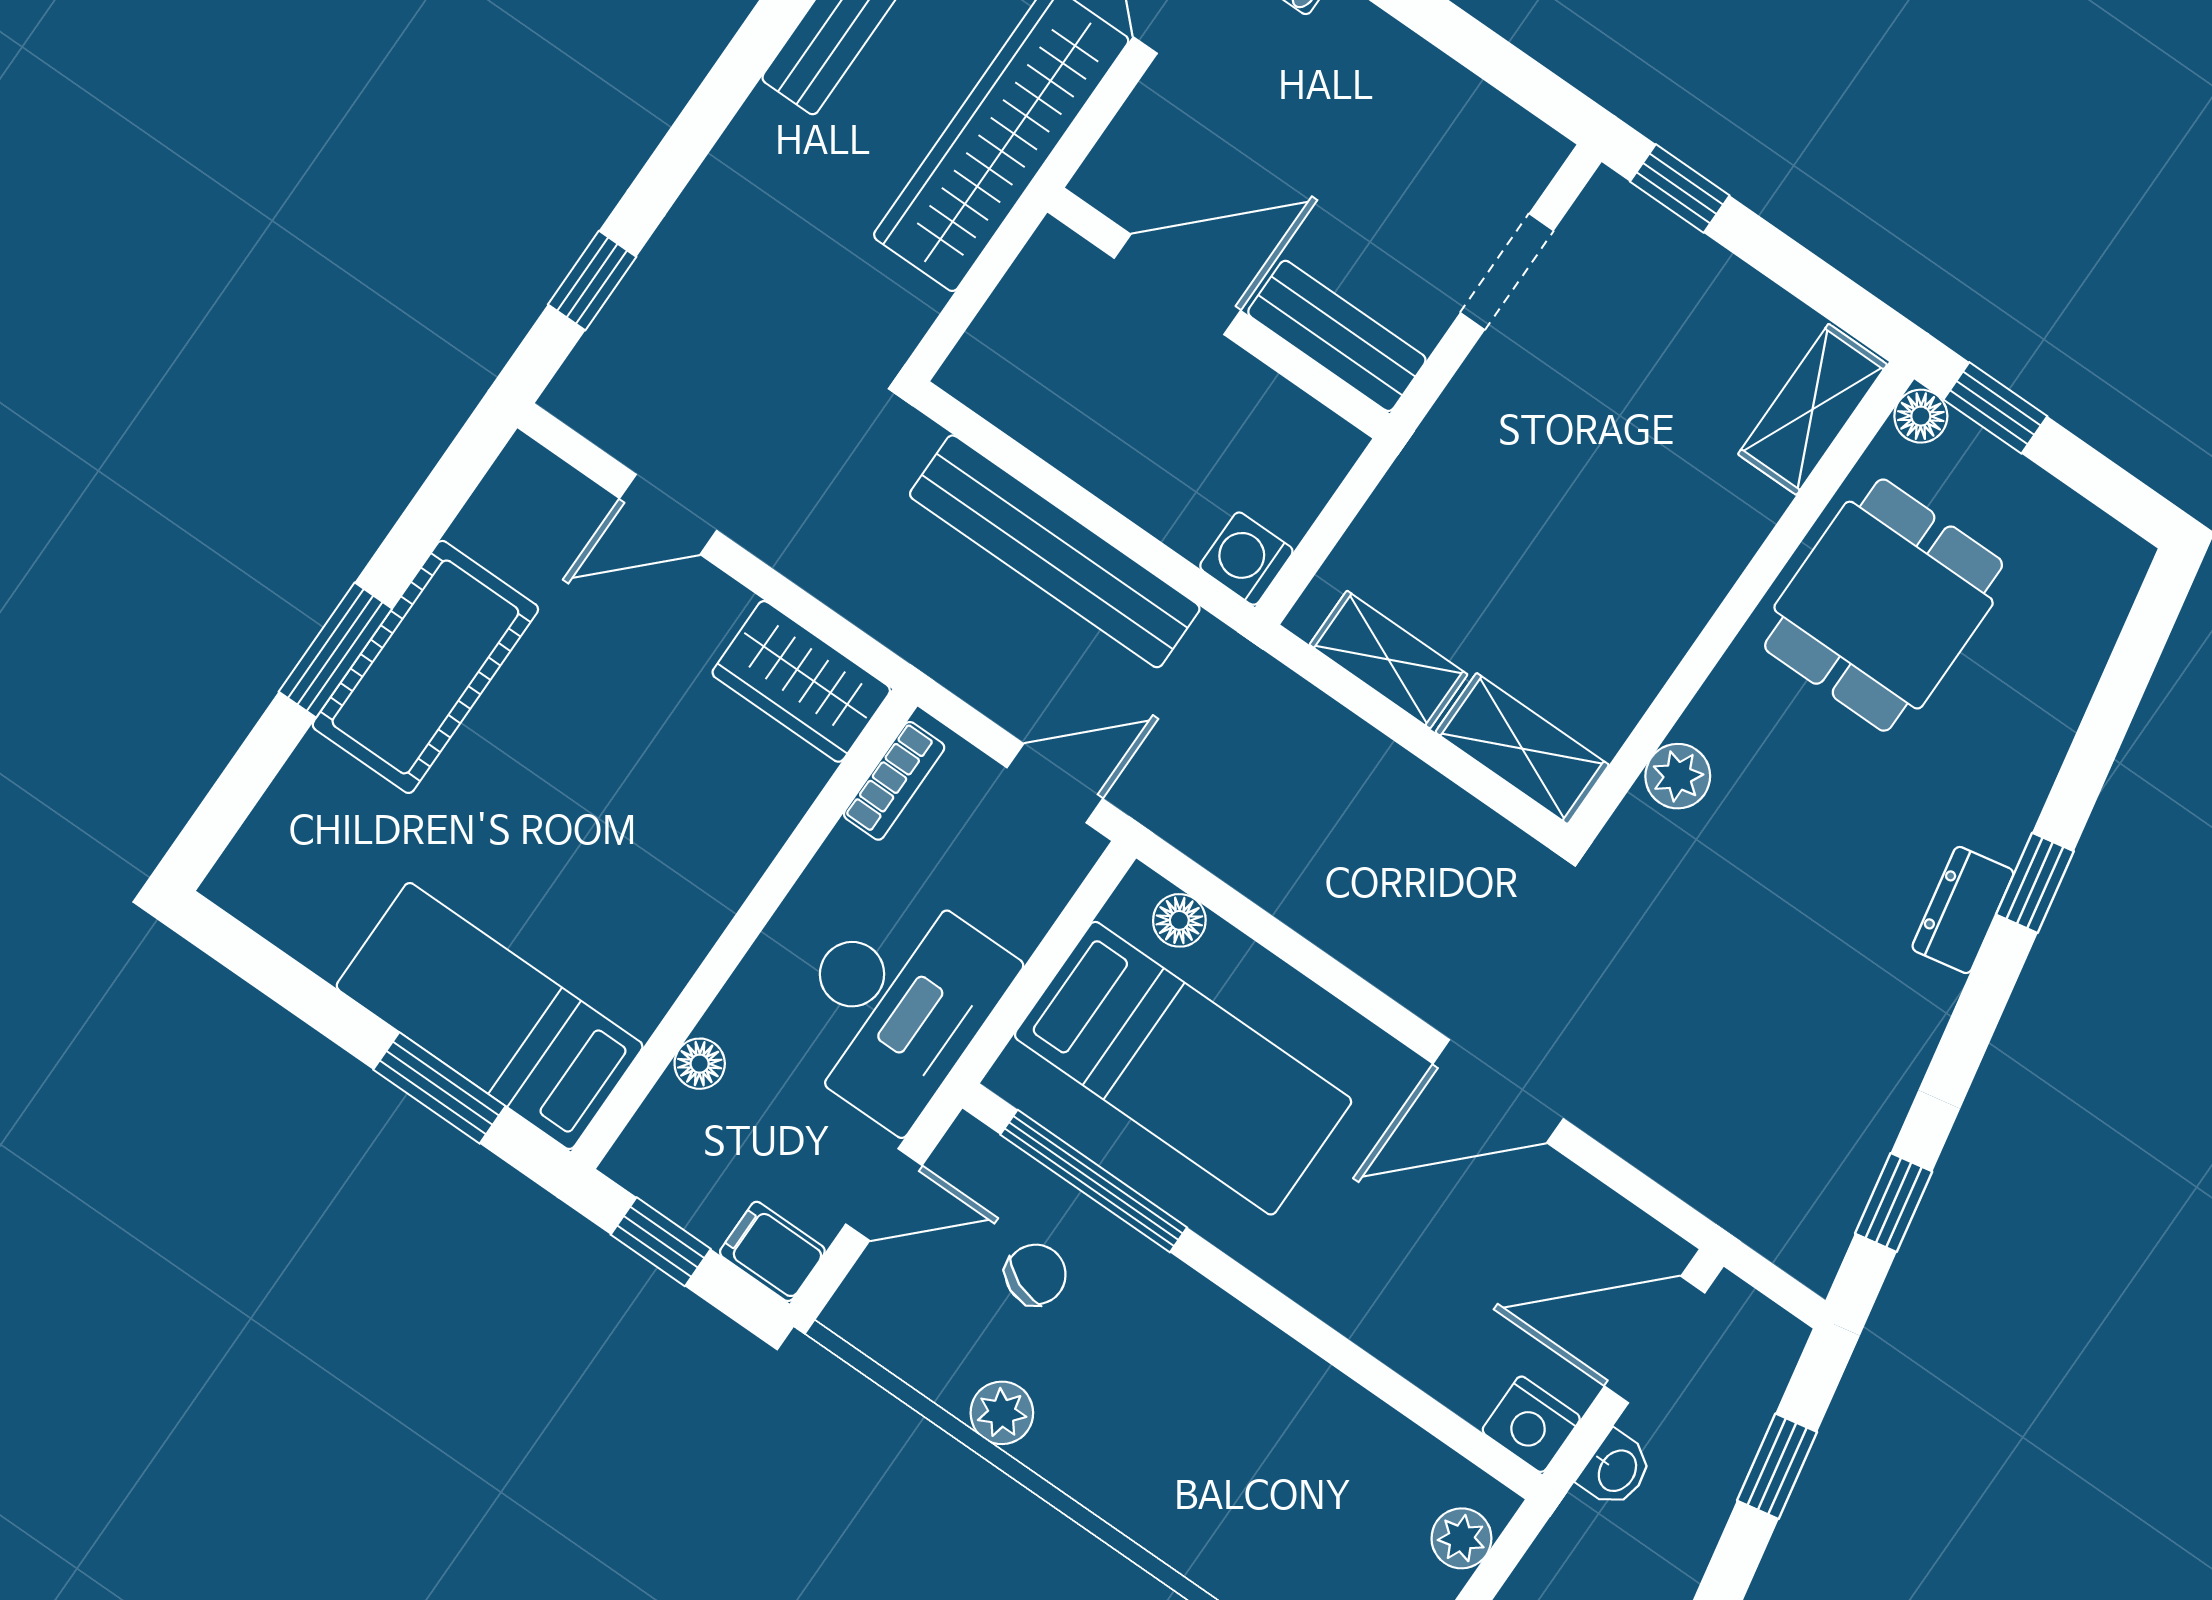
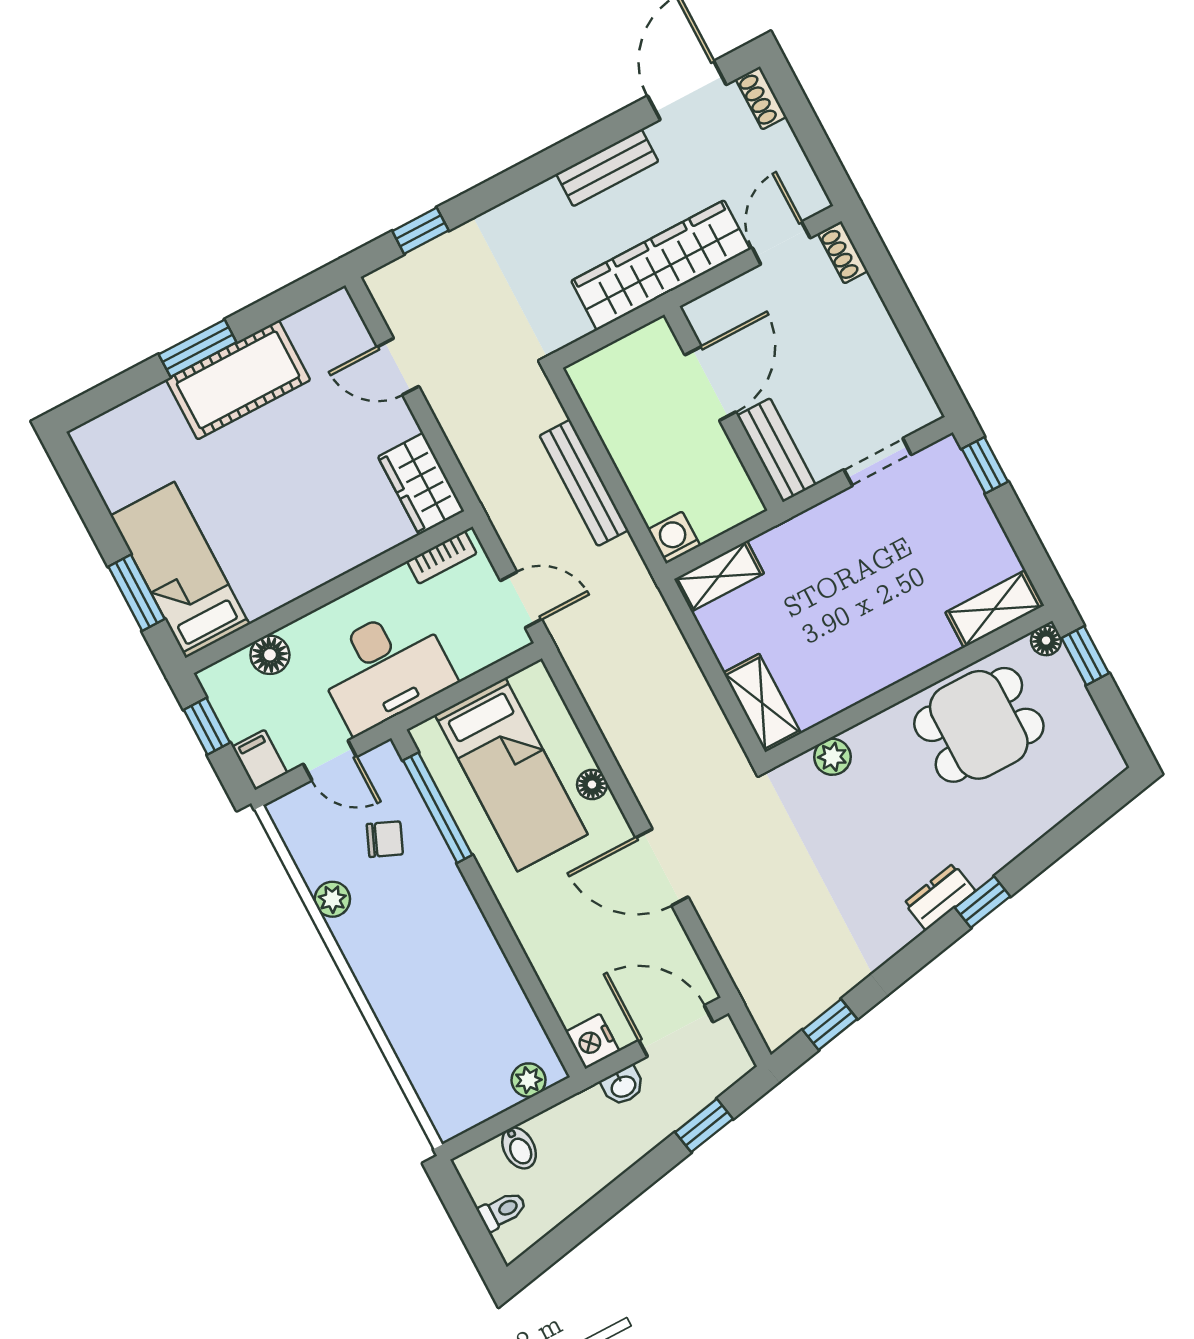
door: (1177, 284) -> (710, 383), hinge flipped
bench: (1055, 551) -> (584, 483), width x0.73, depth x0.82
shelving: (1388, 660) -> (719, 576), moved, turned 90
floor lamp: (1179, 920) -> (592, 785), moved
floor lamp: (700, 1064) -> (270, 655), width x1.37, depth x1.37

